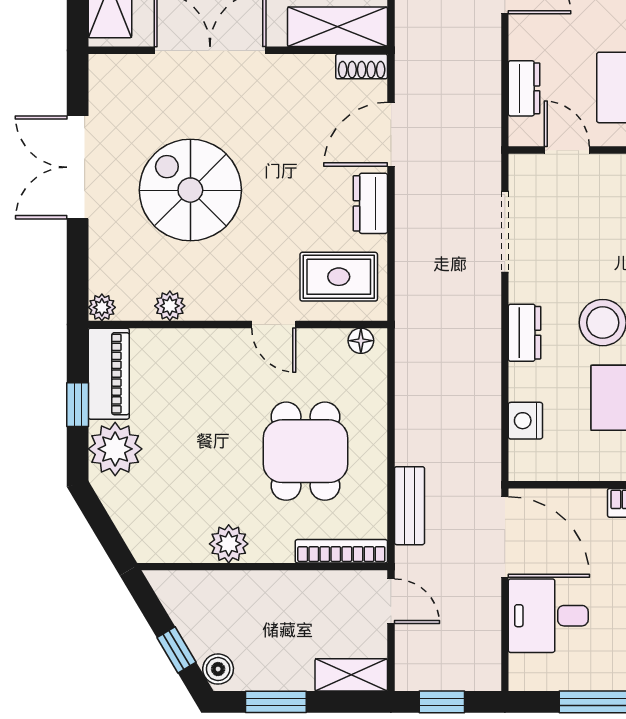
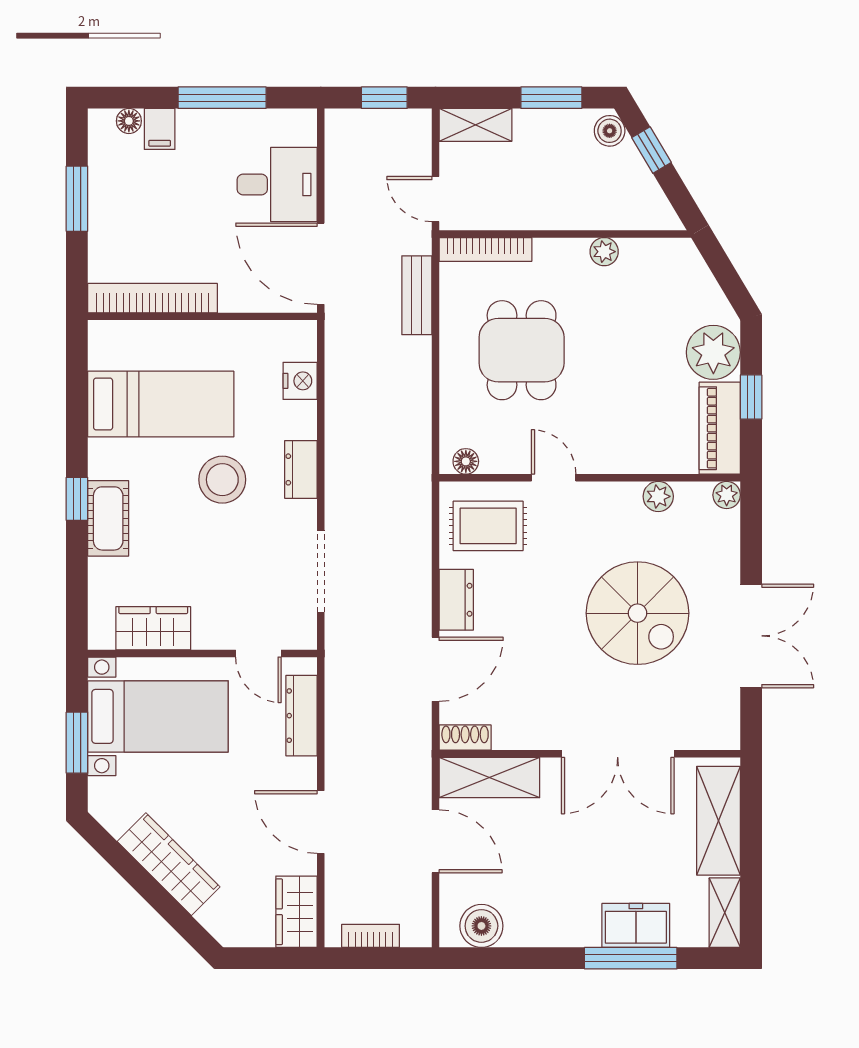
dresser: (524, 88) -> (301, 716), width x1.44
plant: (229, 544) -> (604, 252), width x0.73, depth x0.73

